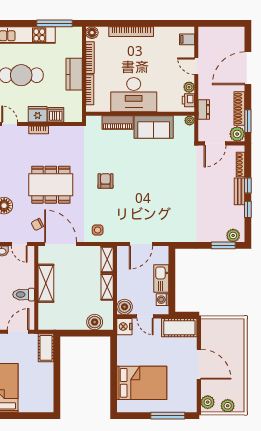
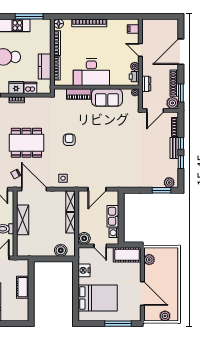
kitchen counter: (74, 74) -> (45, 67), moved
nightstand: (124, 327) -> (84, 270), moved
cot: (46, 348) -> (23, 287), moved
door: (199, 364) -> (142, 293), moved
plant: (208, 402) -> (149, 260), moved

